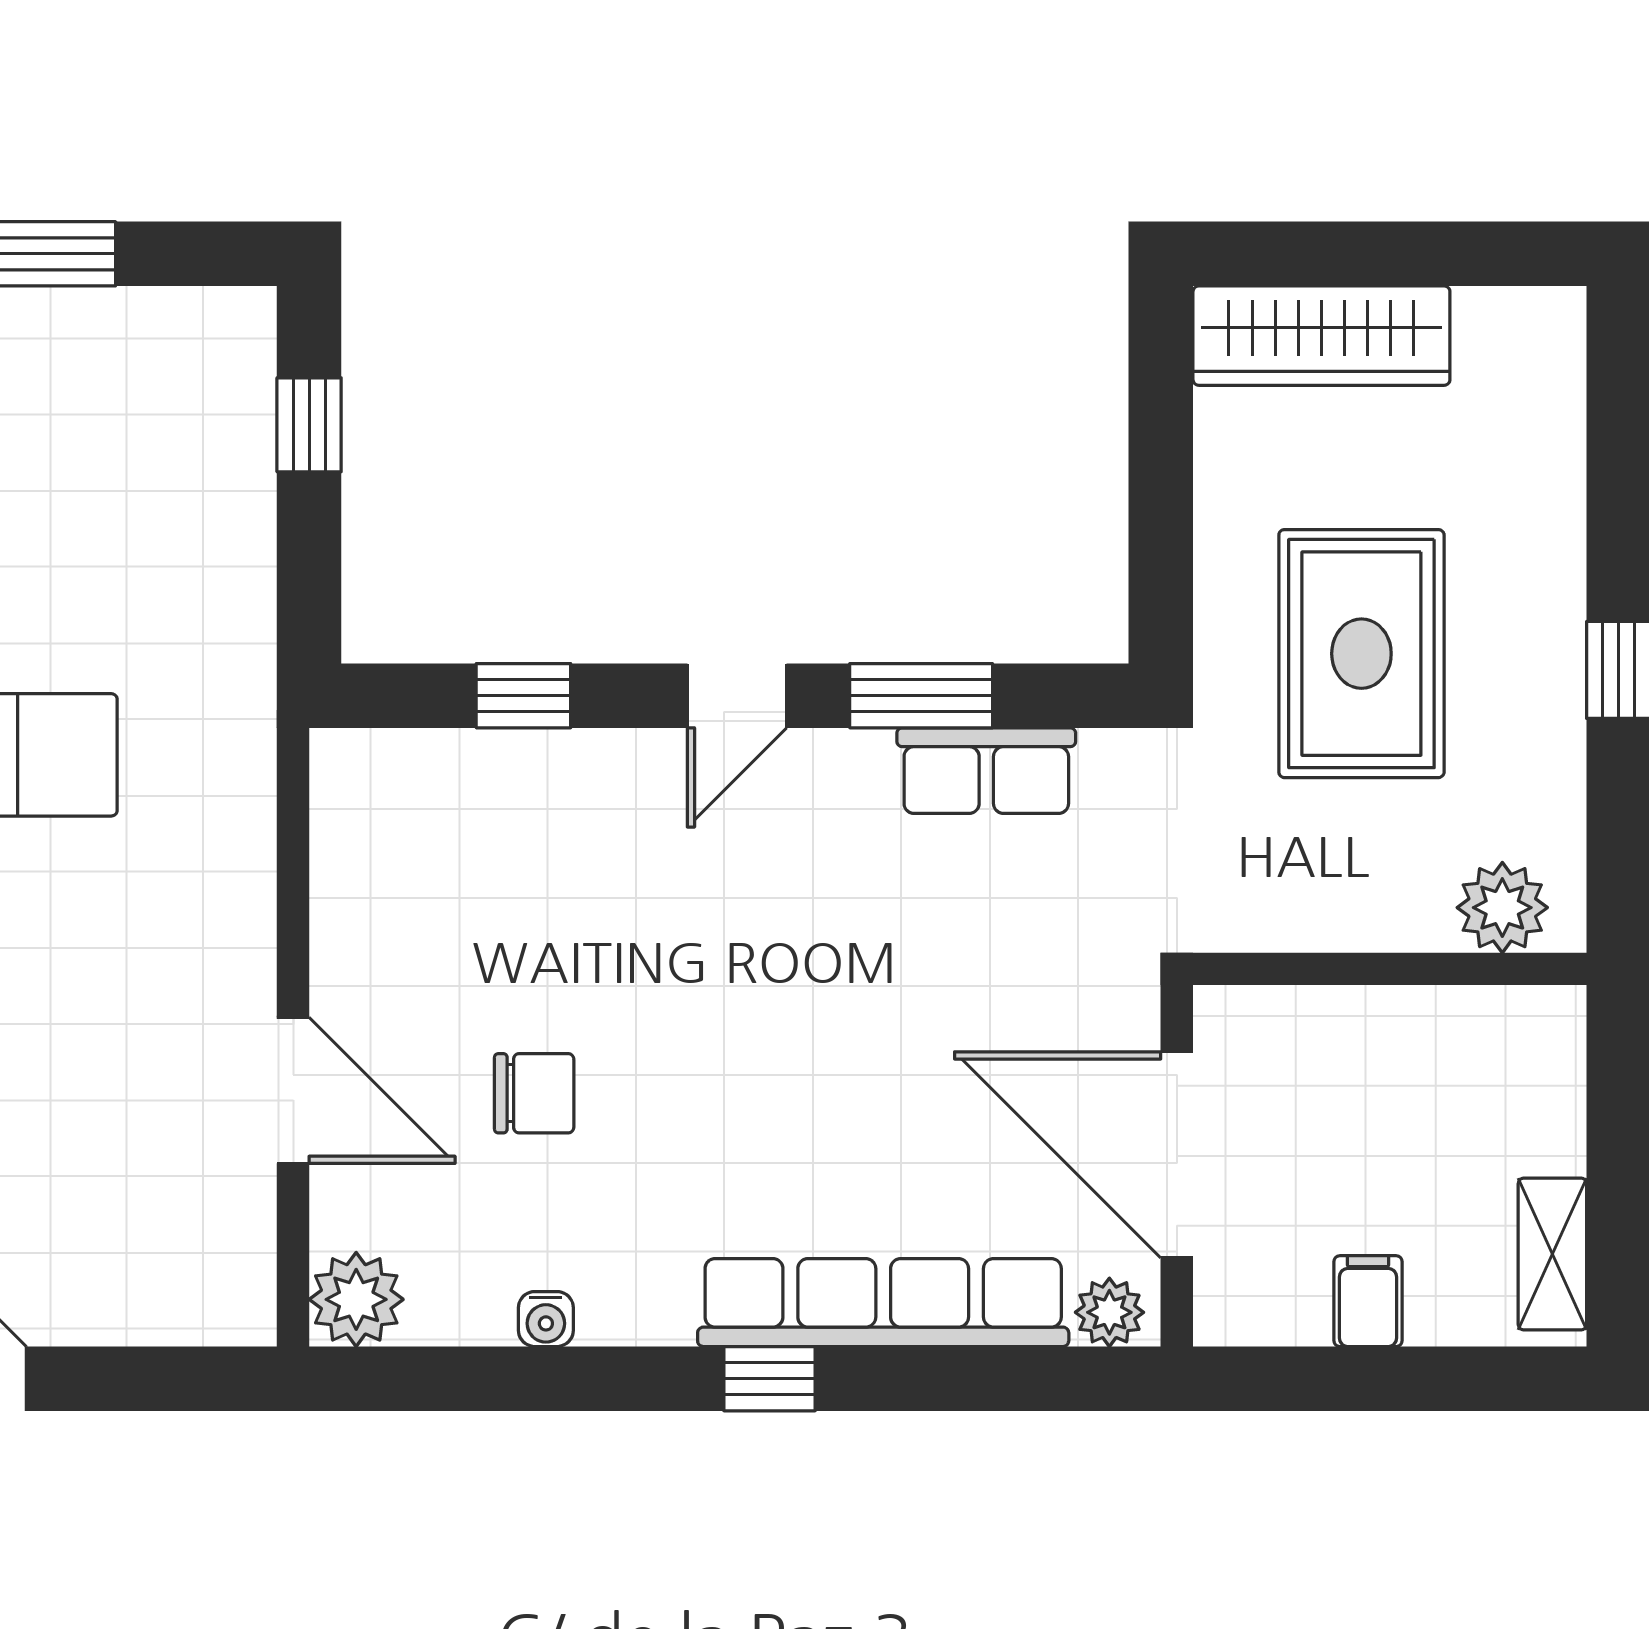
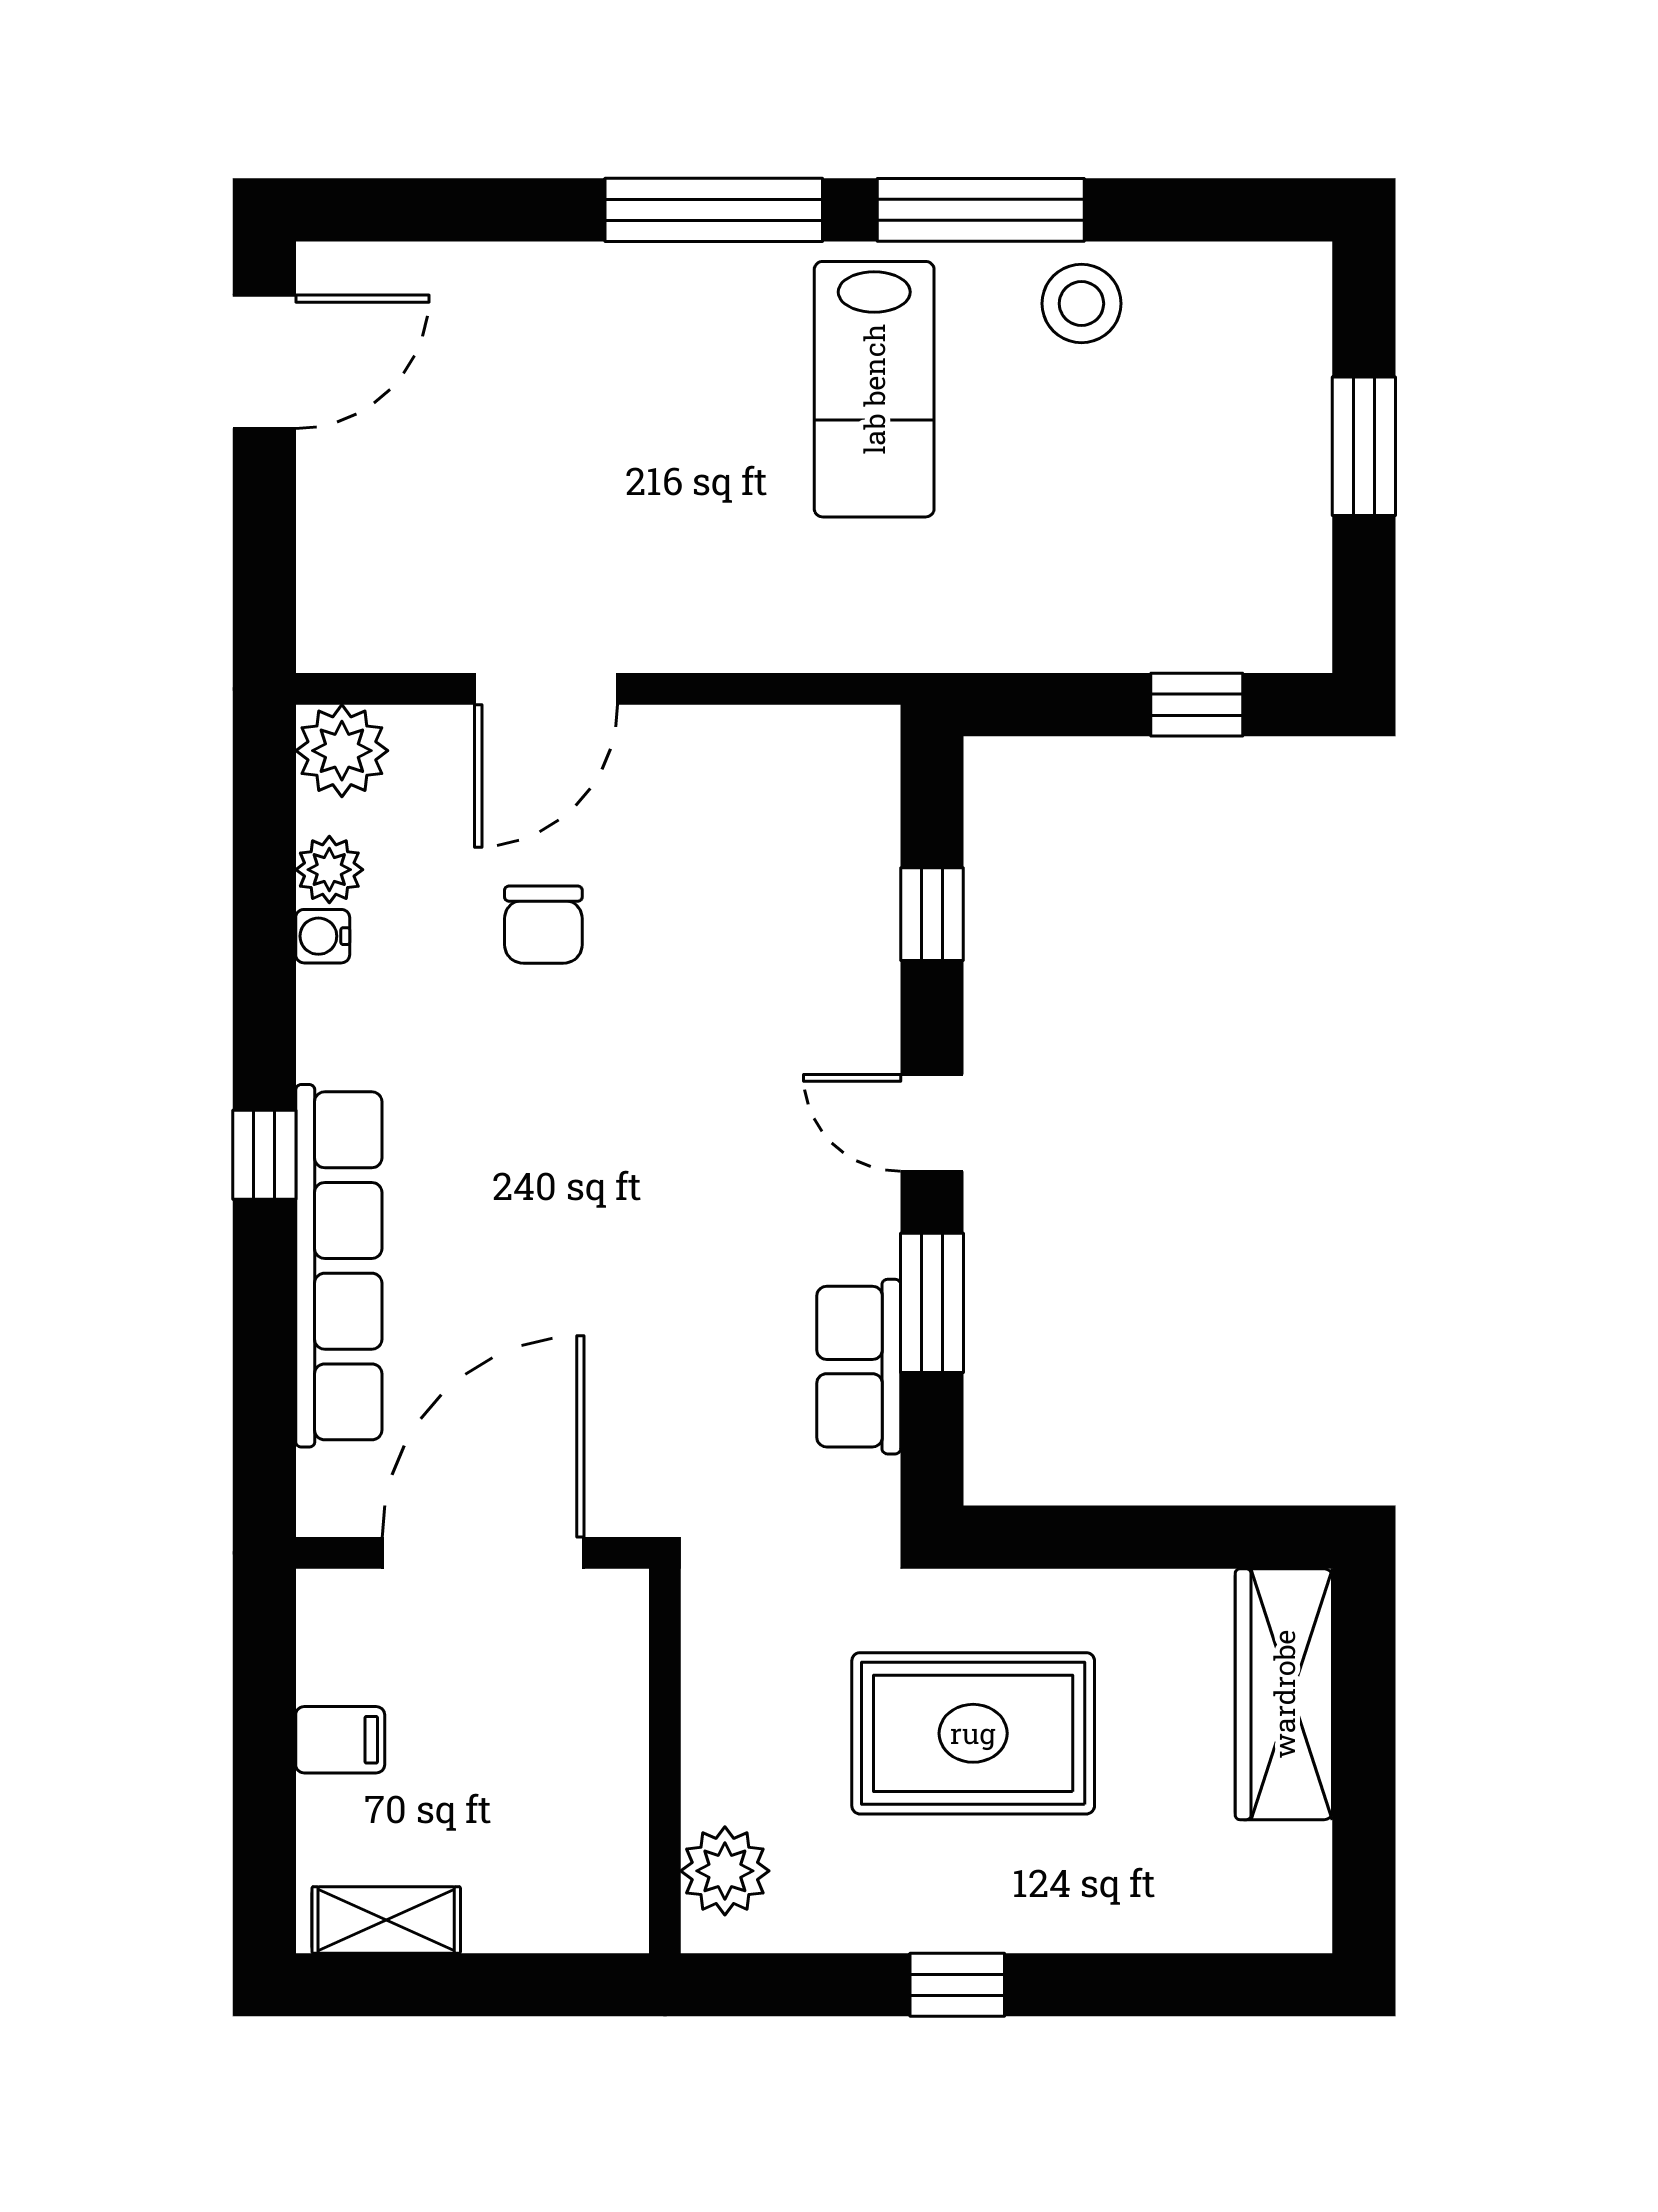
plant: (1109, 1312) -> (329, 870), moved

